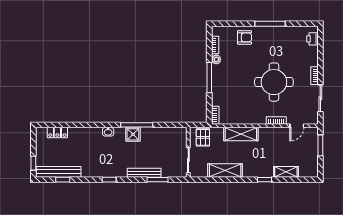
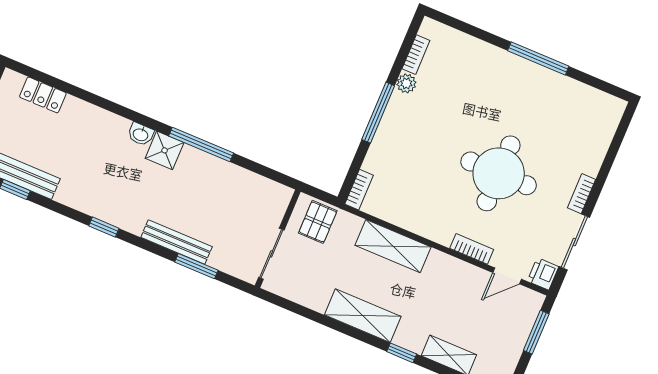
armchair: (244, 37) -> (478, 64), removed
printer: (312, 39) -> (543, 274), moved
shower: (133, 134) -> (165, 150), moved
shelving: (225, 171) -> (363, 316), moved

